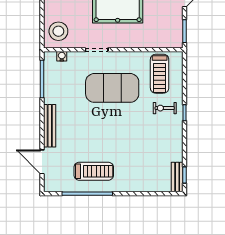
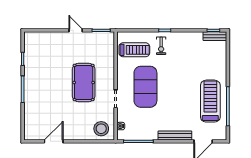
treadmill: (94, 171) -> (210, 101), width x1.37, depth x1.38

